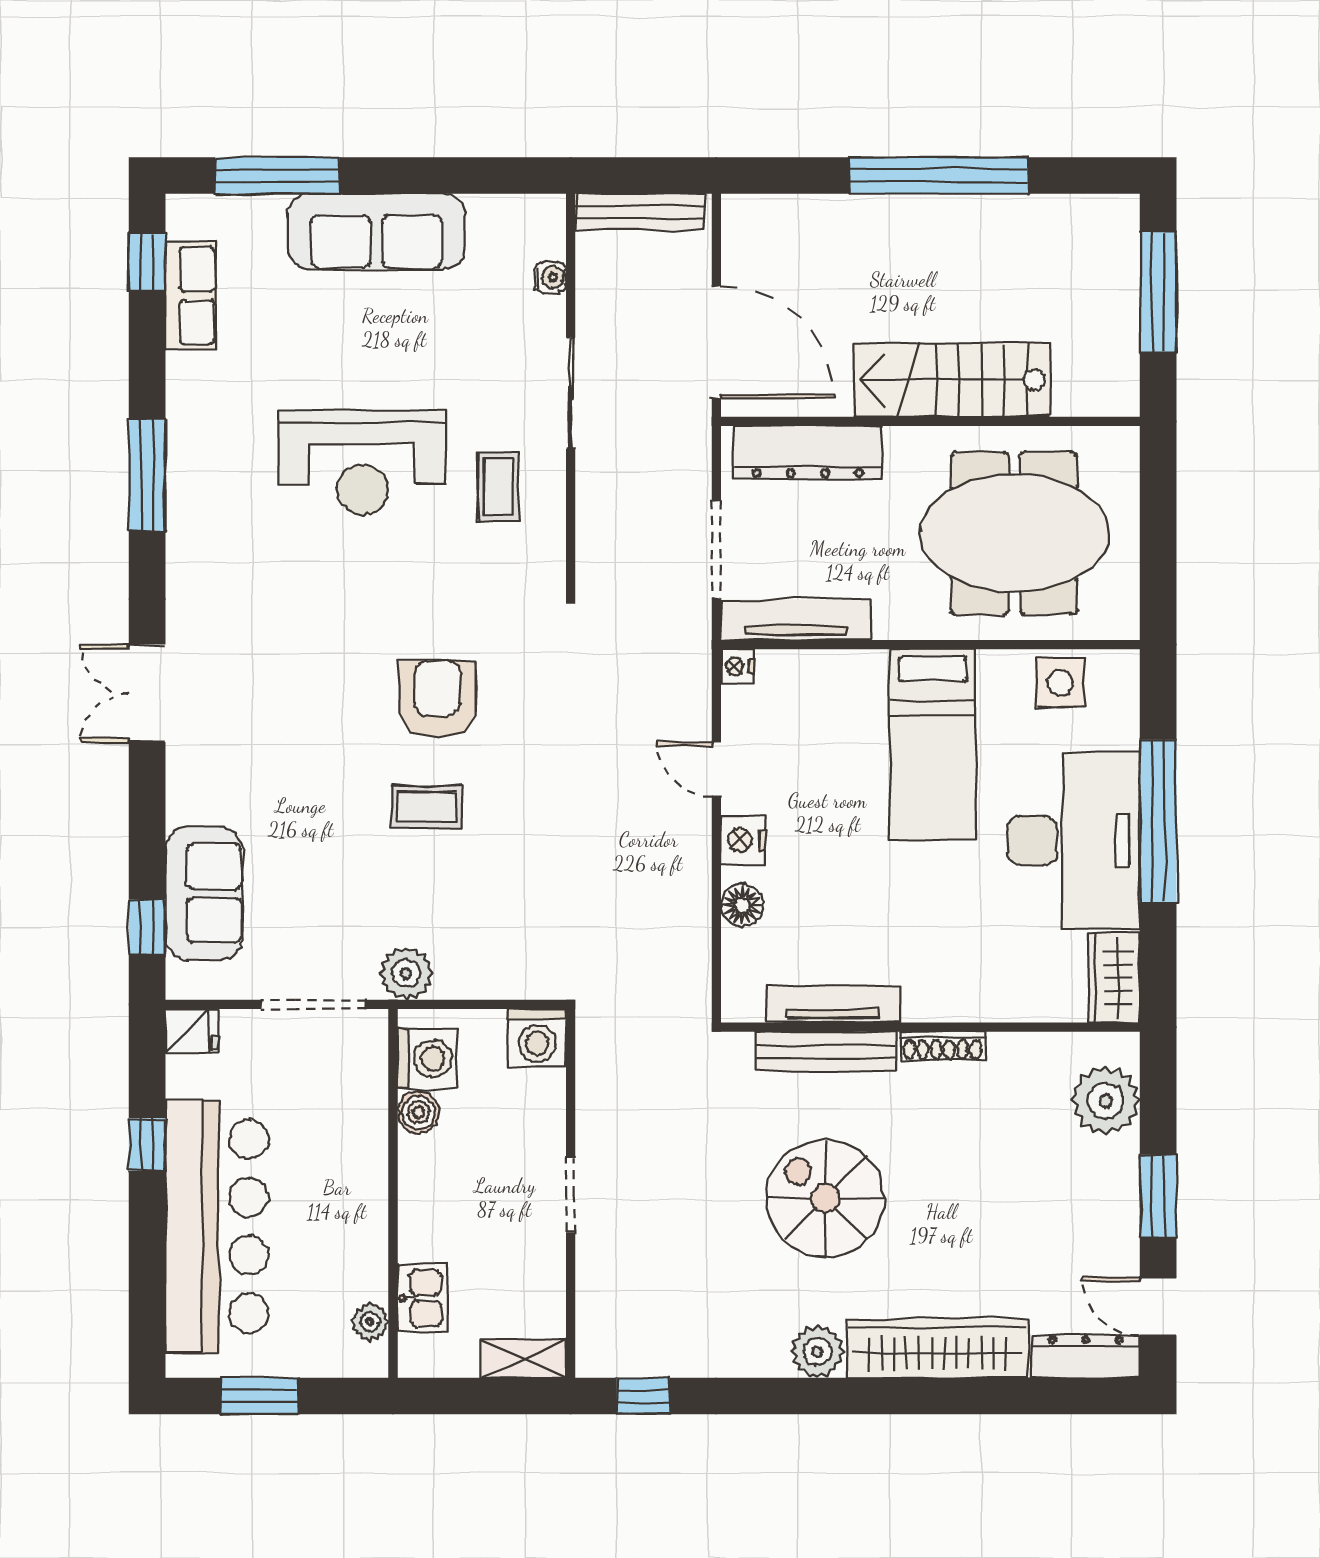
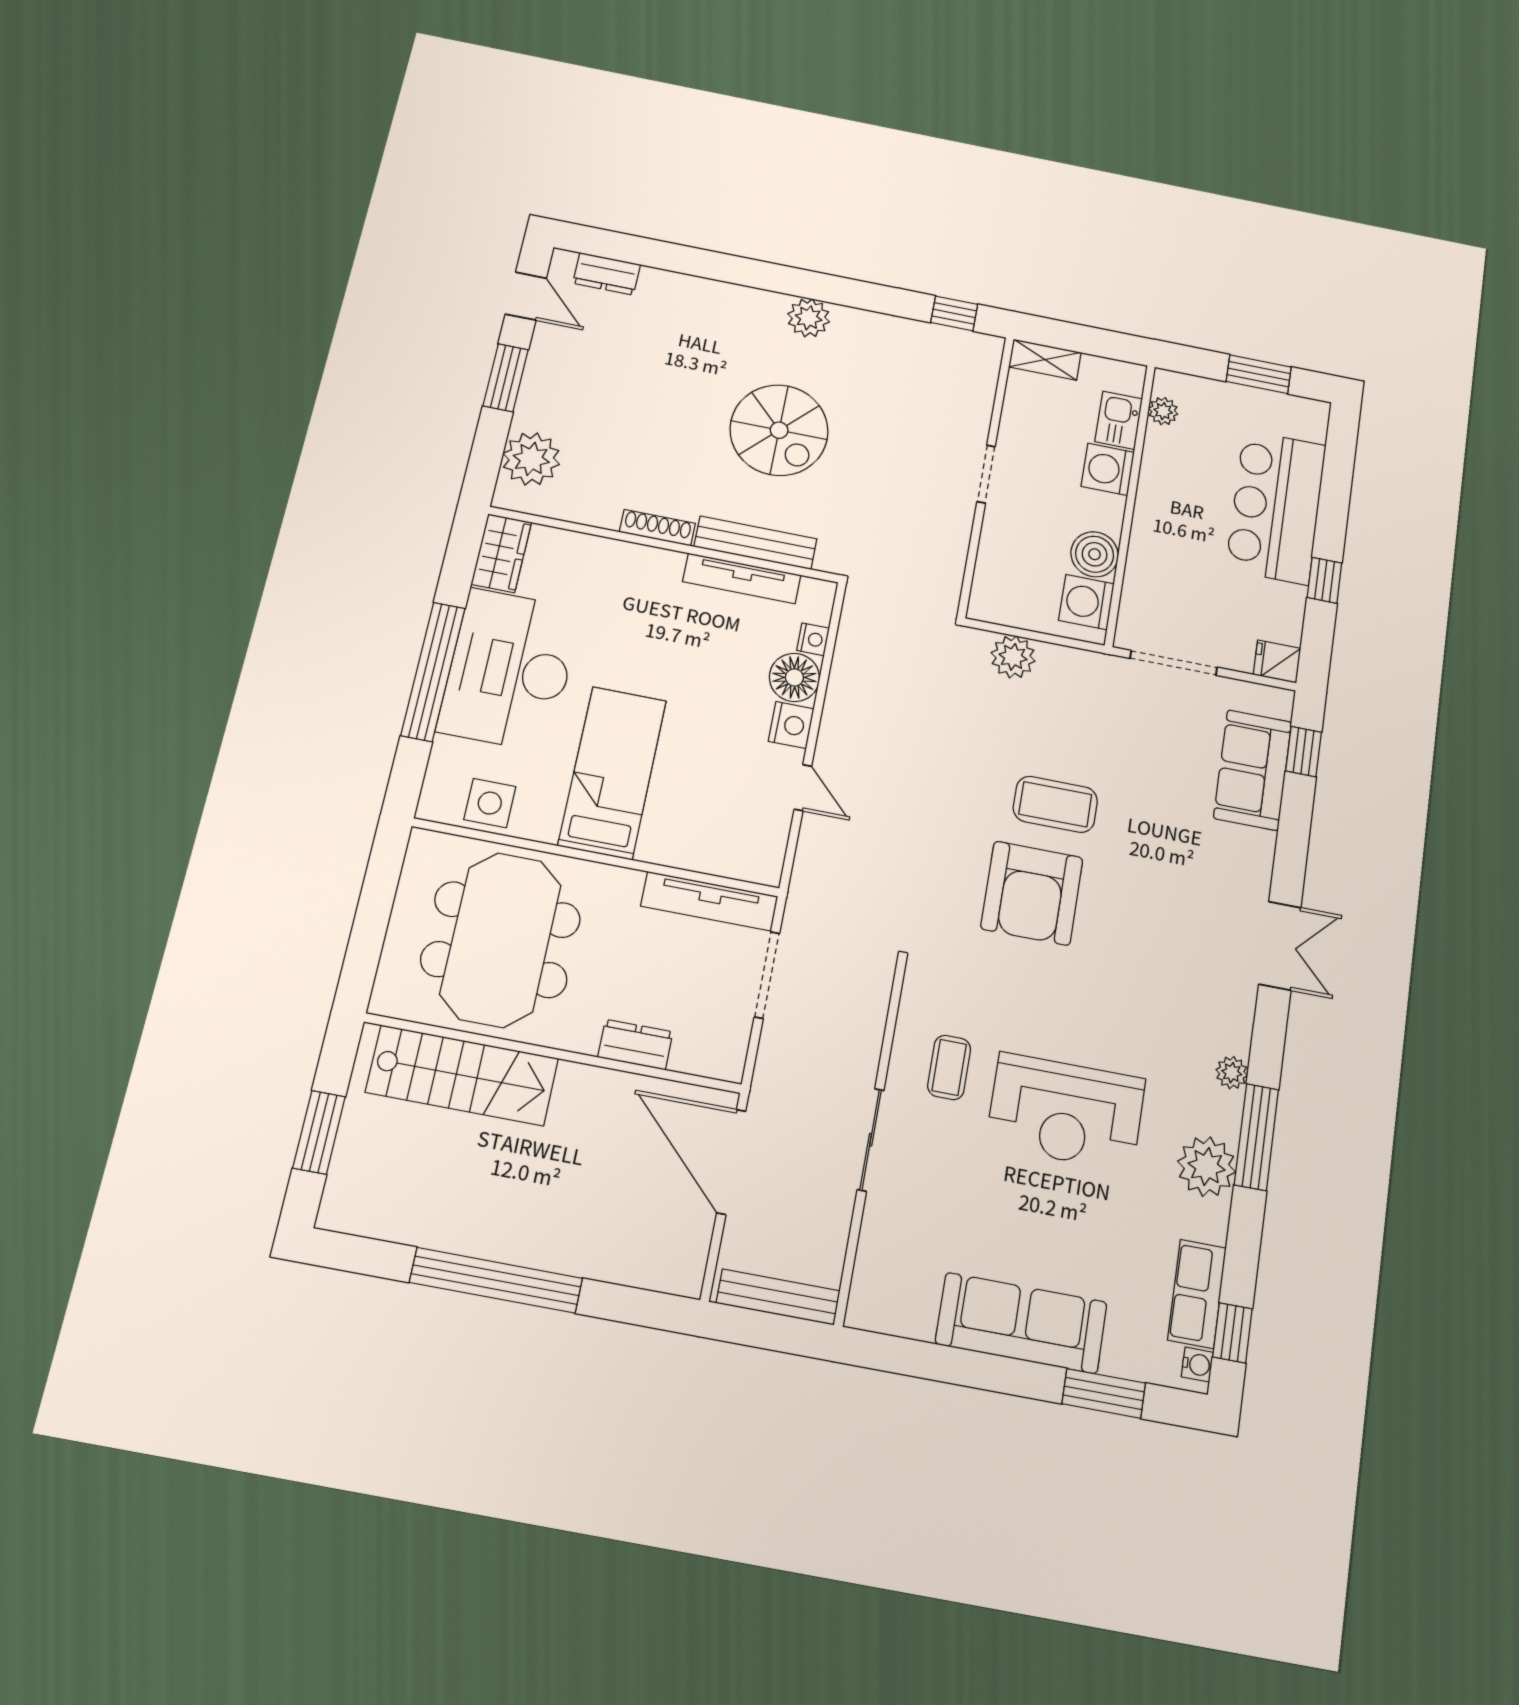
window: (277, 176) -> (1104, 1393), width x0.69
water cooler: (550, 277) -> (1197, 1365), moved, turned 180
window: (1158, 292) -> (319, 1132), width x0.69
stairs: (952, 380) -> (462, 1075), moved
plant: (198, 432) -> (1207, 1167), added
dresser: (808, 452) -> (635, 1045), width x0.51, depth x0.80
reception desk: (362, 463) -> (1066, 1112), turned 180
meeting table: (1014, 533) -> (501, 939), turned 90
plant: (184, 540) -> (1232, 1073), added
nightstand: (737, 666) -> (813, 639), moved
armchair: (437, 699) -> (1032, 893), width x1.36, depth x1.36
coffee table: (426, 807) -> (1055, 804), width x1.36, depth x1.30
floor lamp: (742, 905) -> (794, 677), width x1.38, depth x1.38
plant: (406, 973) -> (1013, 657), moved
washing machine: (537, 1038) -> (1108, 469), moved, turned -90
boiler: (419, 1112) -> (1095, 554), width x1.36, depth x1.36
bar counter: (217, 1226) -> (1276, 507), width x0.73
wardrobe: (938, 1349) -> (711, 301), removed
dresser: (1086, 1357) -> (607, 274), width x0.70

